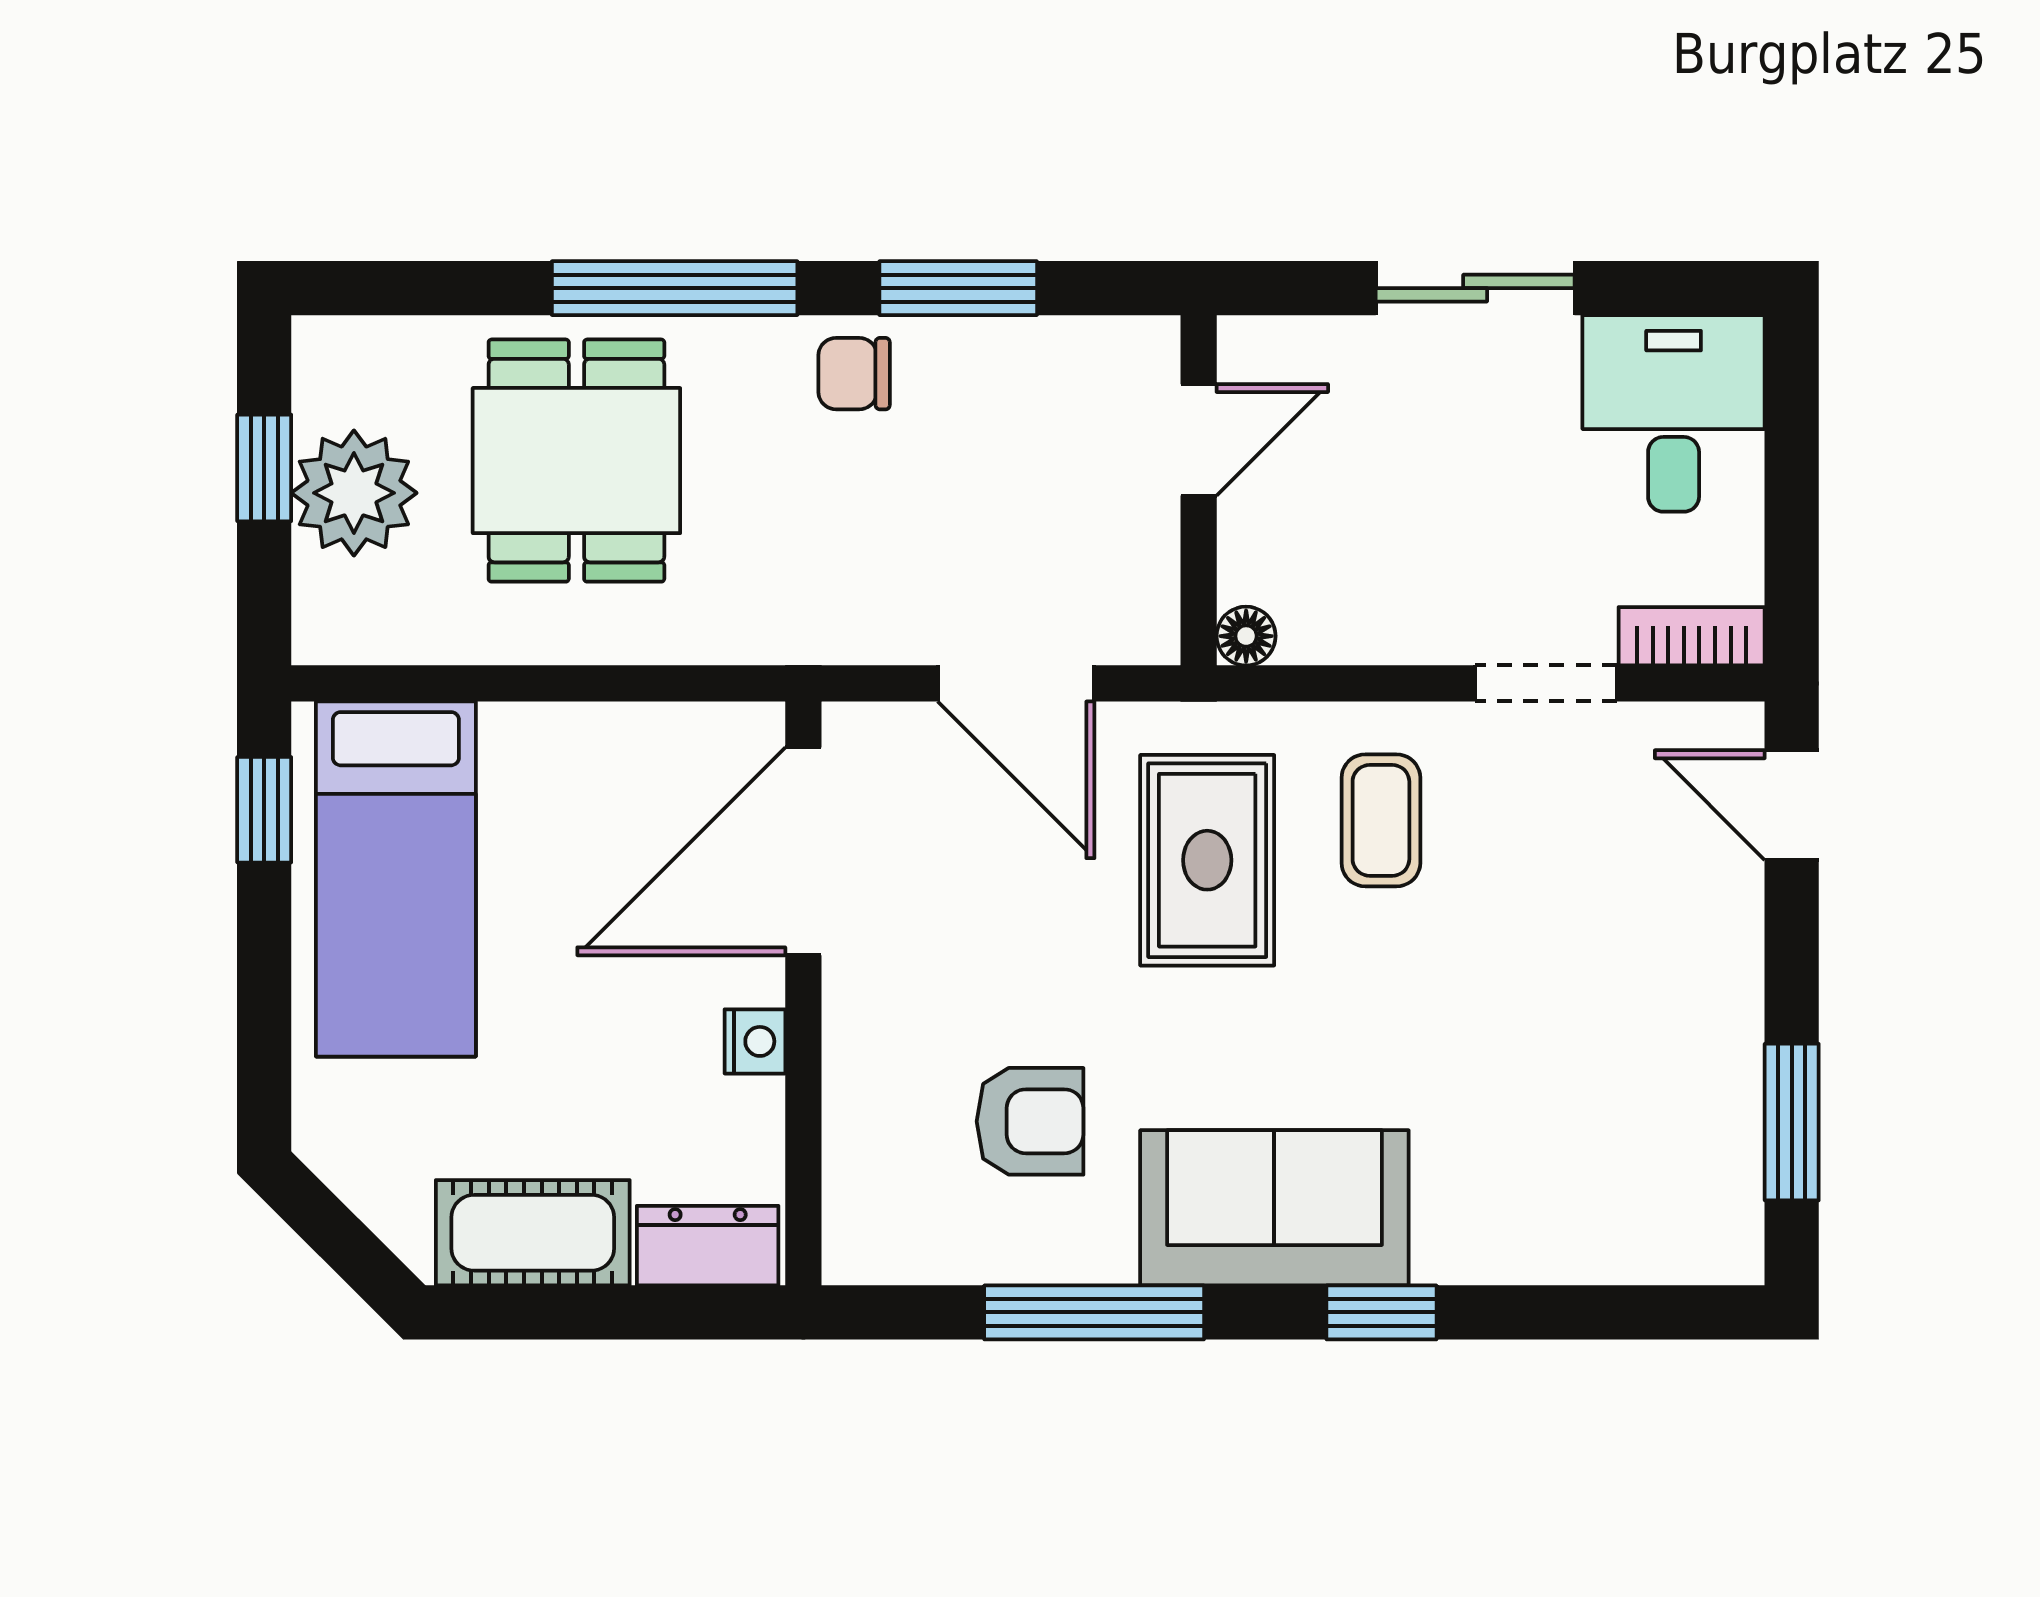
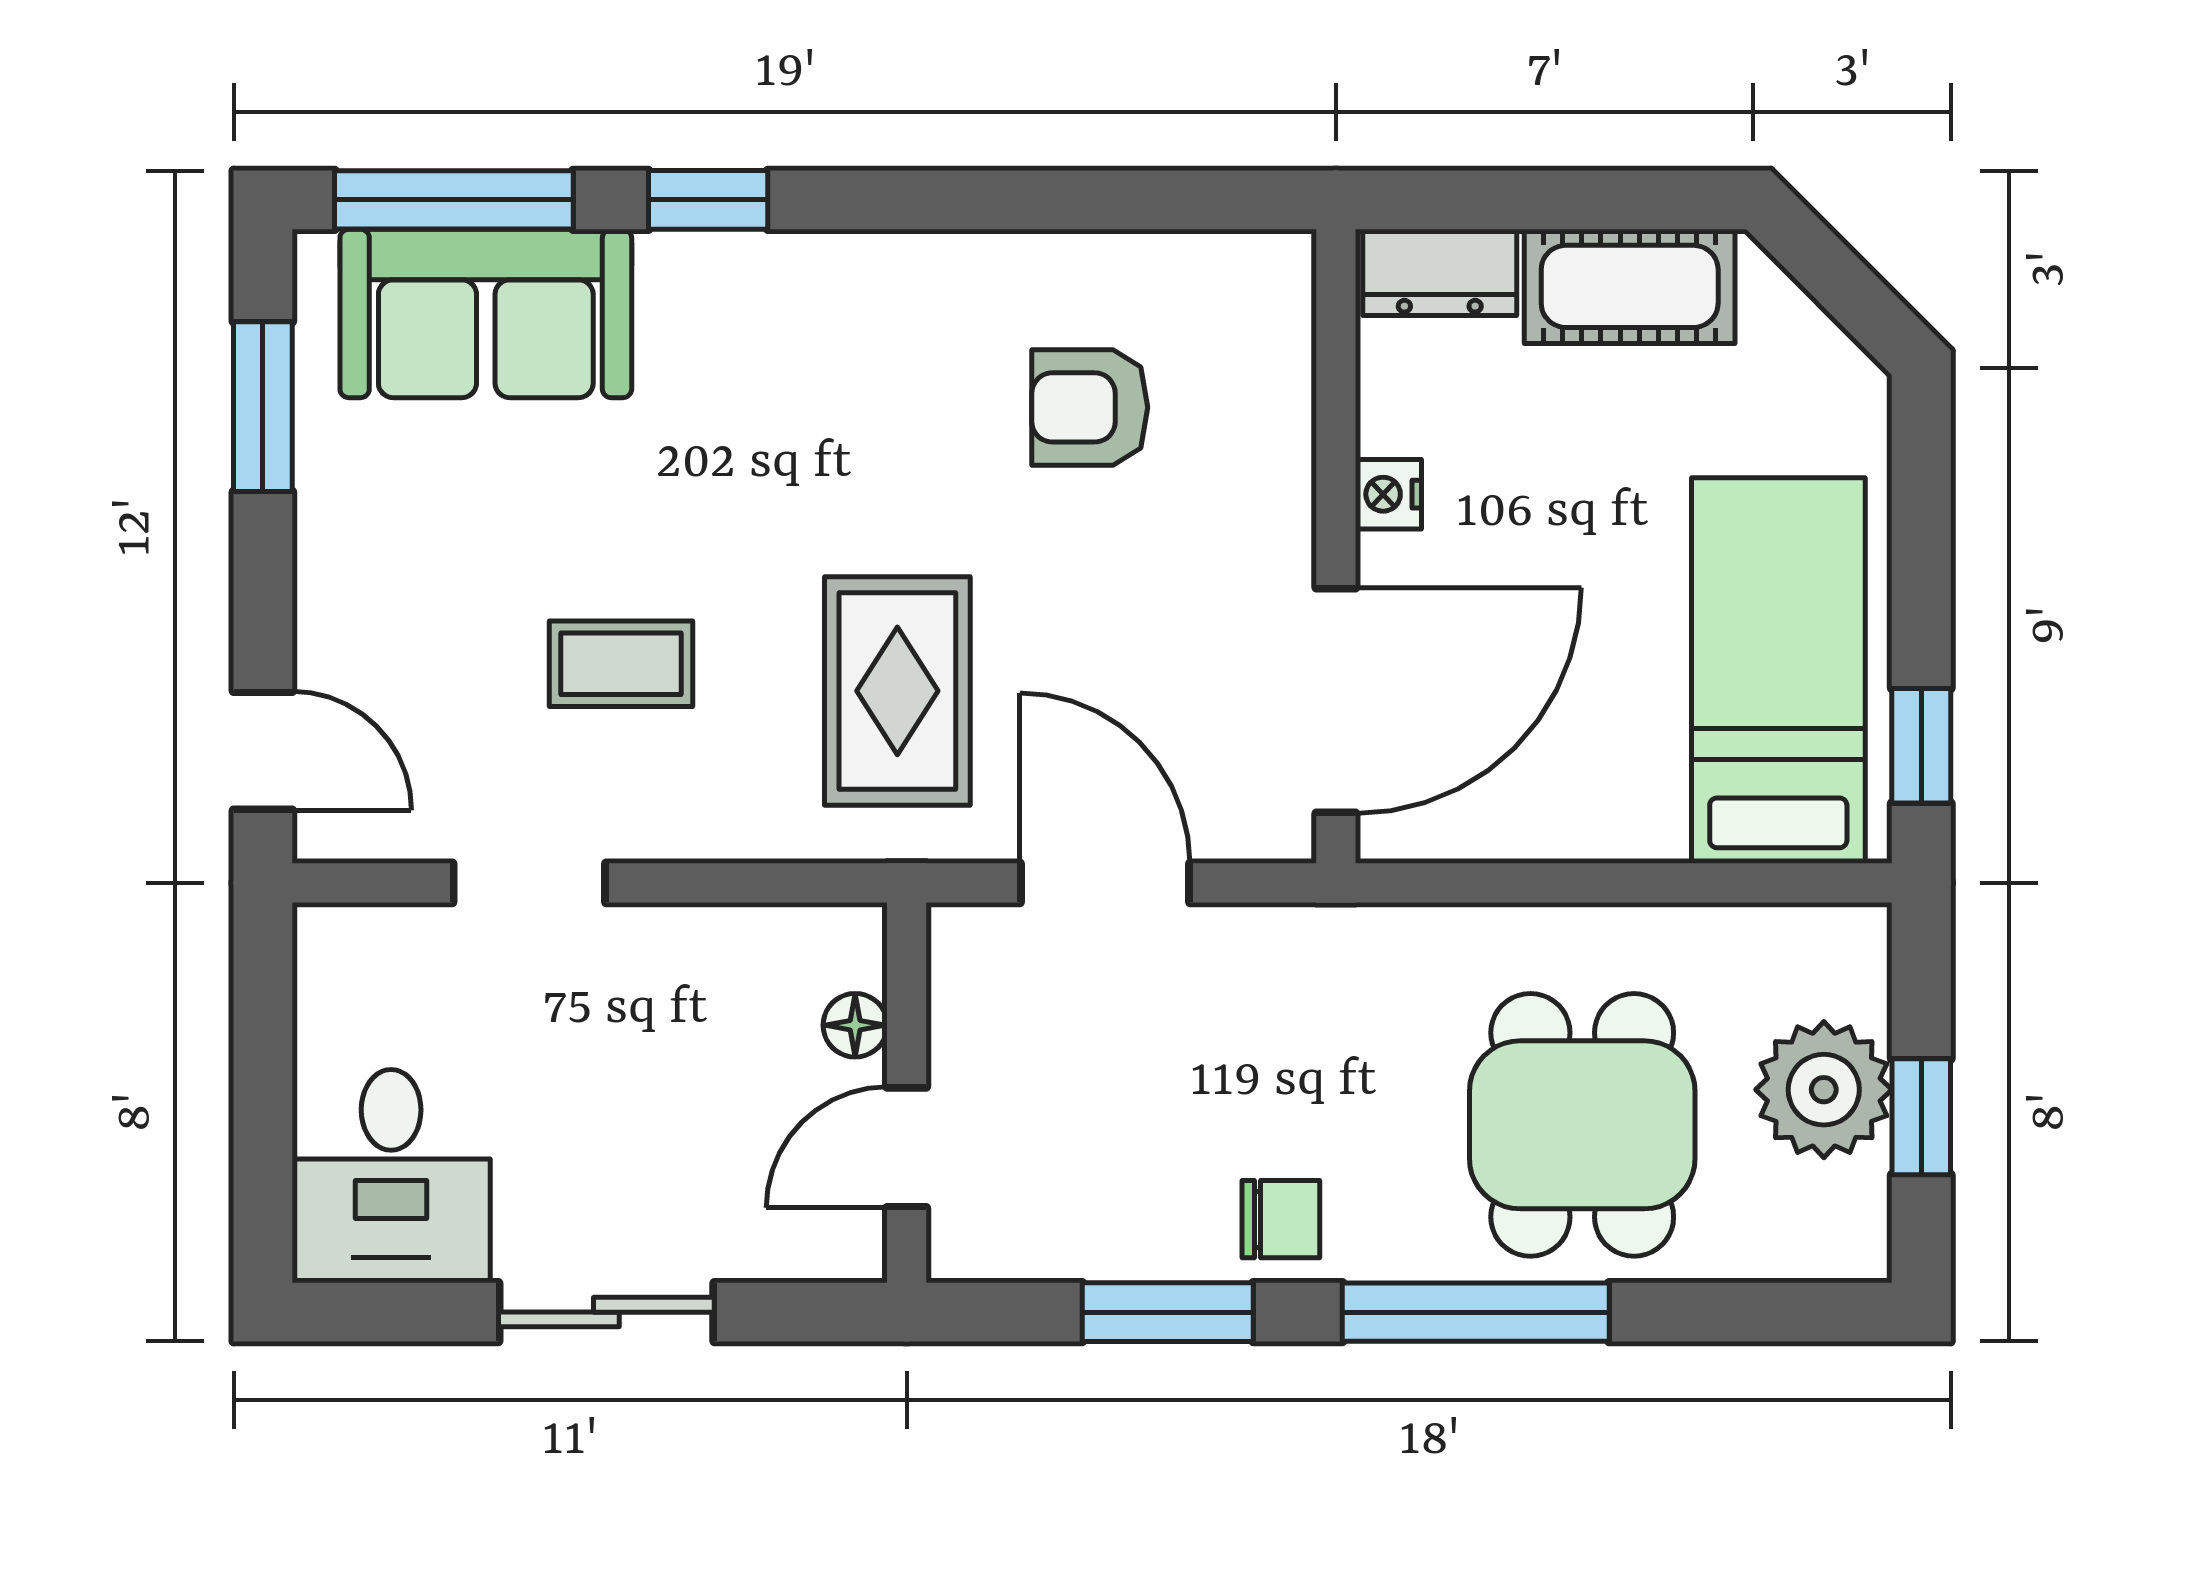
floor lamp: (1246, 636) -> (855, 1025), moved
bookcase: (1692, 636) -> (371, 934), removed
coffee table: (1381, 820) -> (621, 664), moved, turned 90
sofa: (1274, 1208) -> (486, 313), moved
window: (1094, 1312) -> (454, 200), moved

